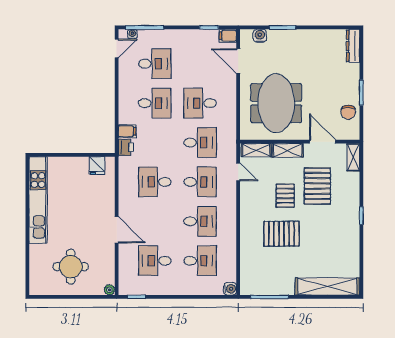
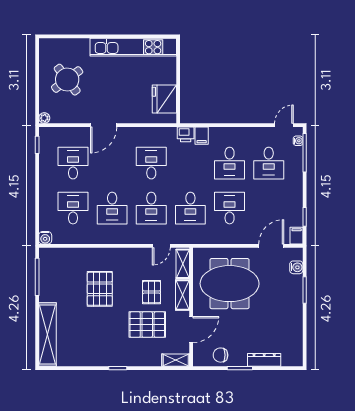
dresser: (353, 46) -> (264, 360), moved
door: (117, 48) -> (284, 125), swing flipped
fridge: (97, 166) -> (164, 99), width x1.88, depth x1.34
pallet: (285, 196) -> (152, 292), moved, turned 90
desk: (200, 261) -> (73, 208), turned 180
round table: (71, 267) -> (67, 80), turned -37

